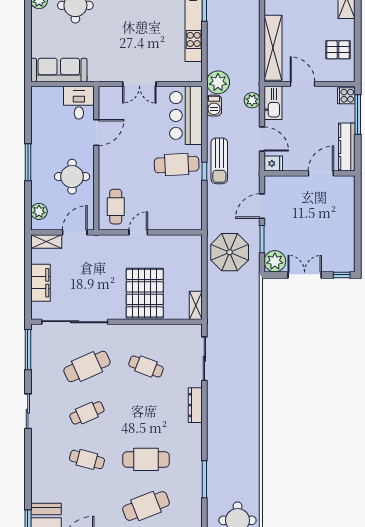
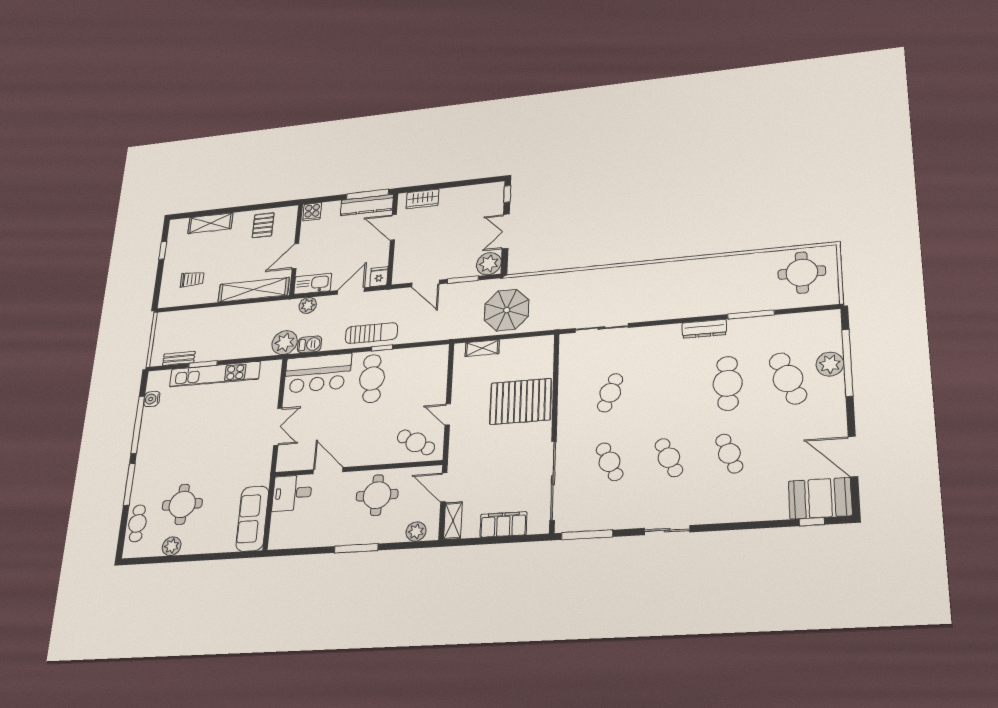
window: (358, 115) -> (368, 194), moved
wardrobe: (346, 198) -> (423, 199), added
cafe table: (116, 207) -> (416, 442), turned 30
parasol: (230, 252) -> (507, 310), moved
shelving: (196, 305) -> (482, 348), moved
cafe table: (87, 366) -> (610, 462), width x0.73, depth x0.74
dresser: (195, 405) -> (704, 329), moved
cafe table: (87, 459) -> (729, 453), turned -36

